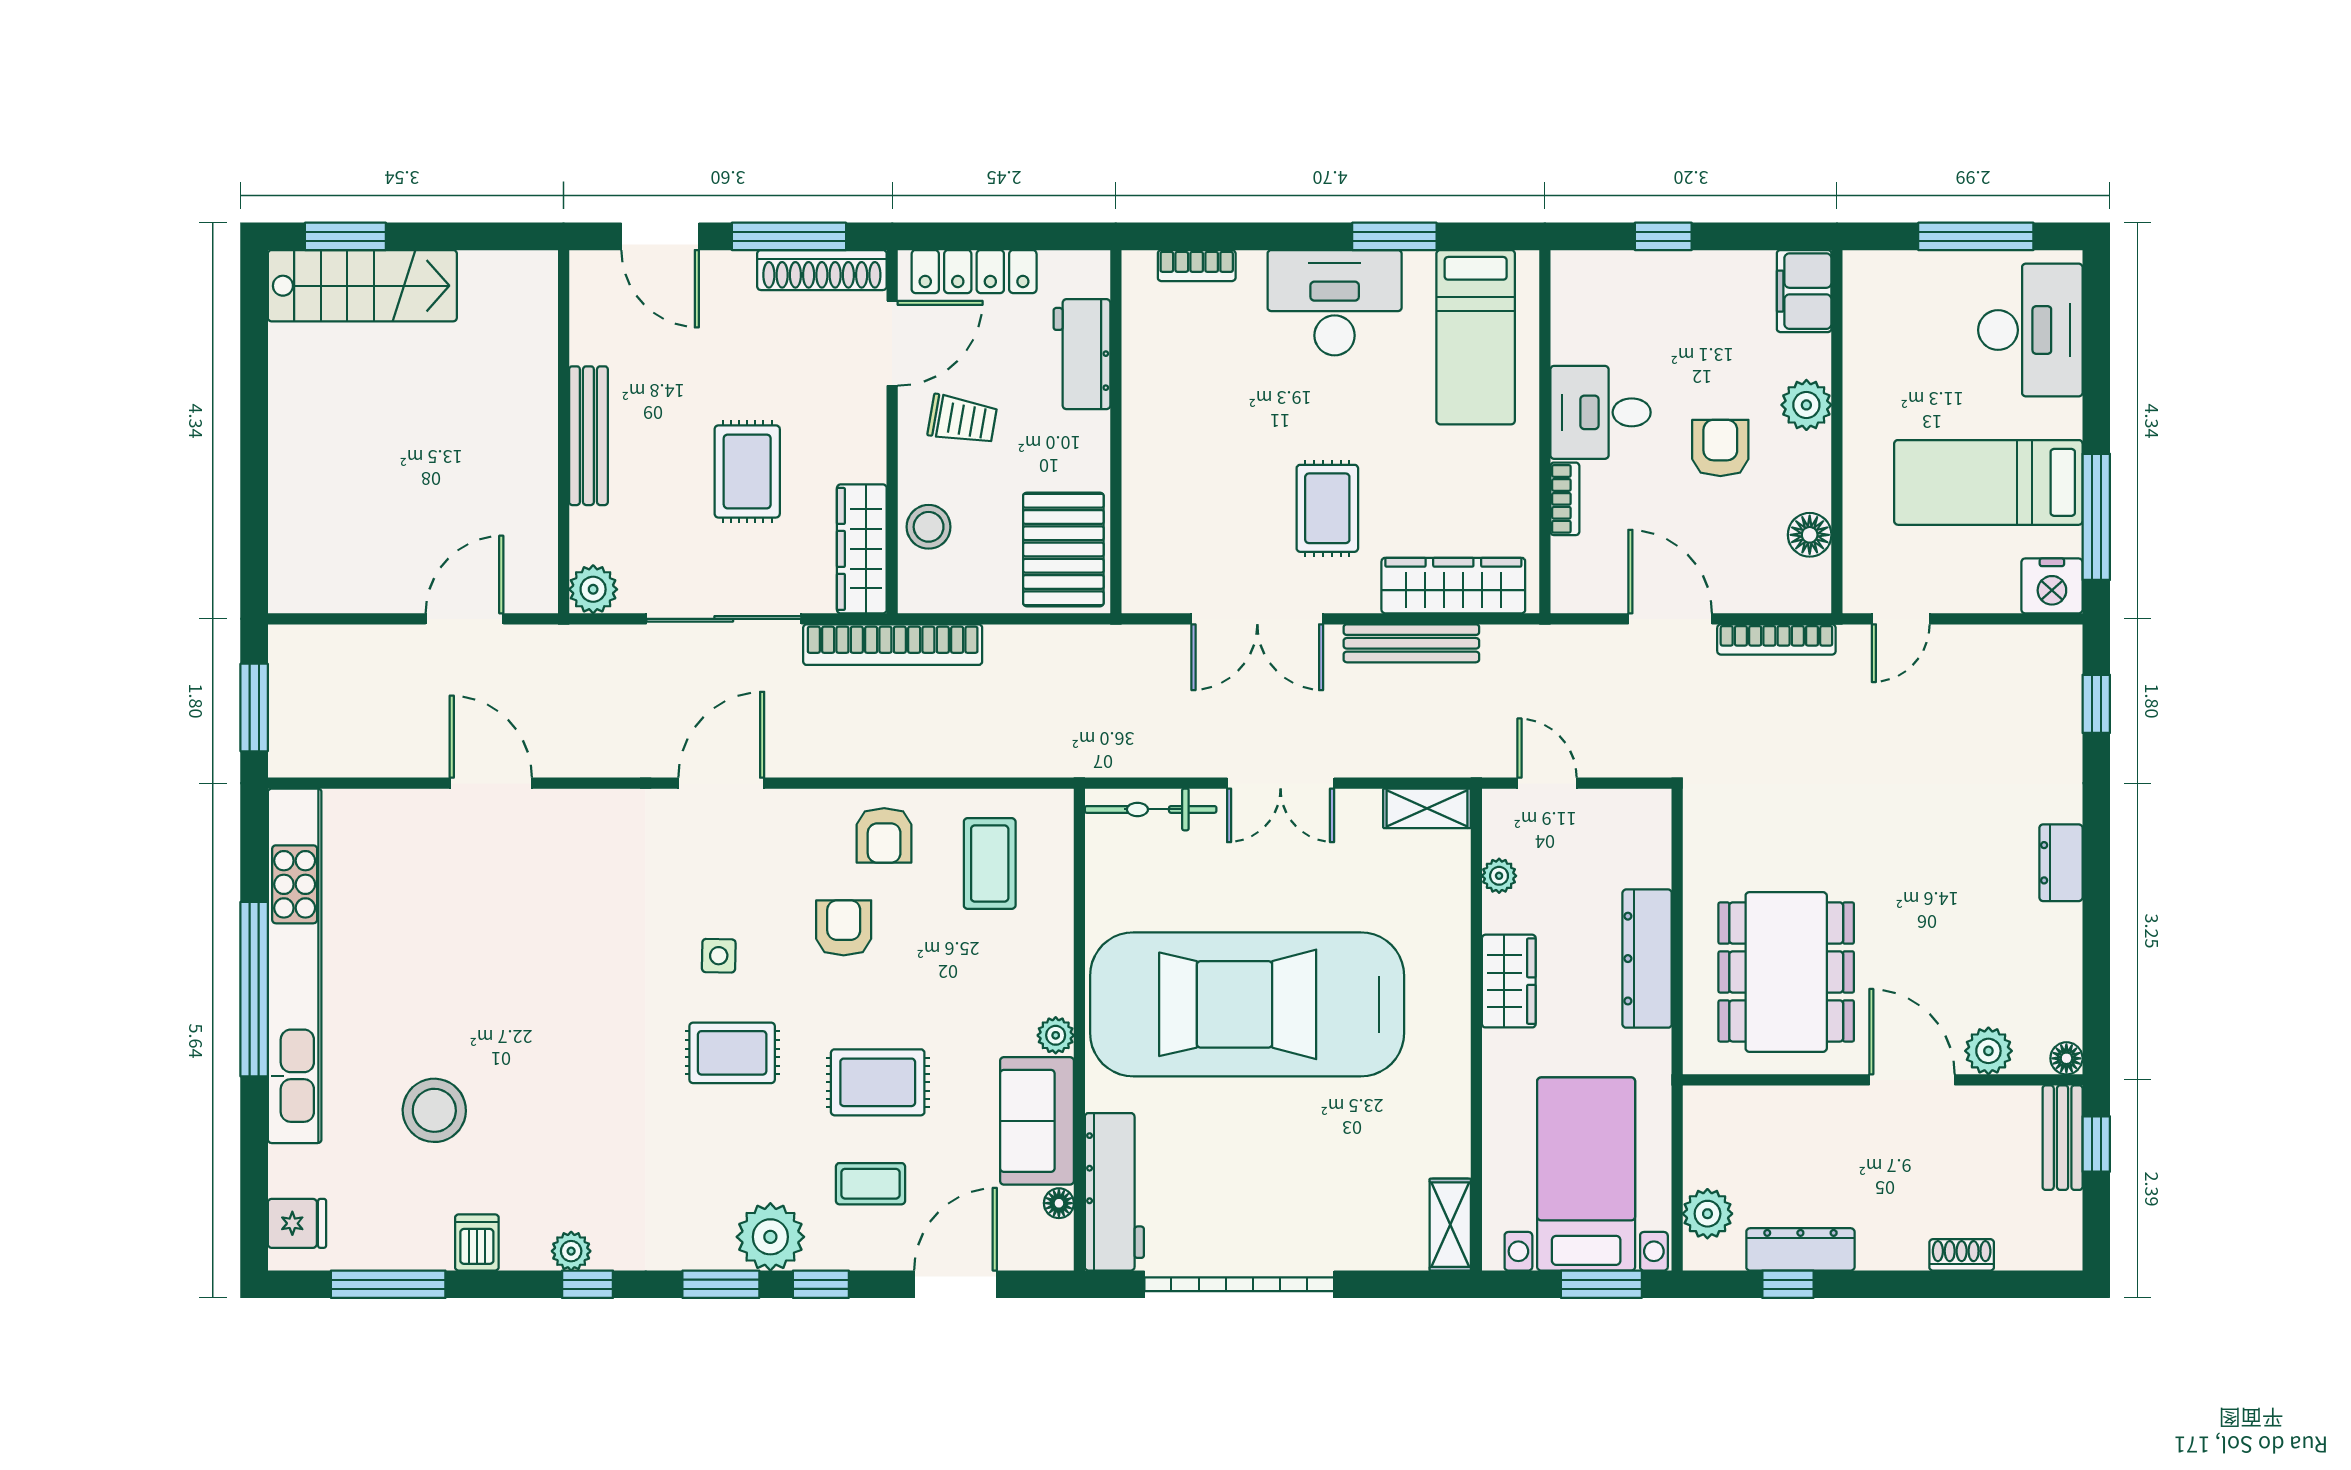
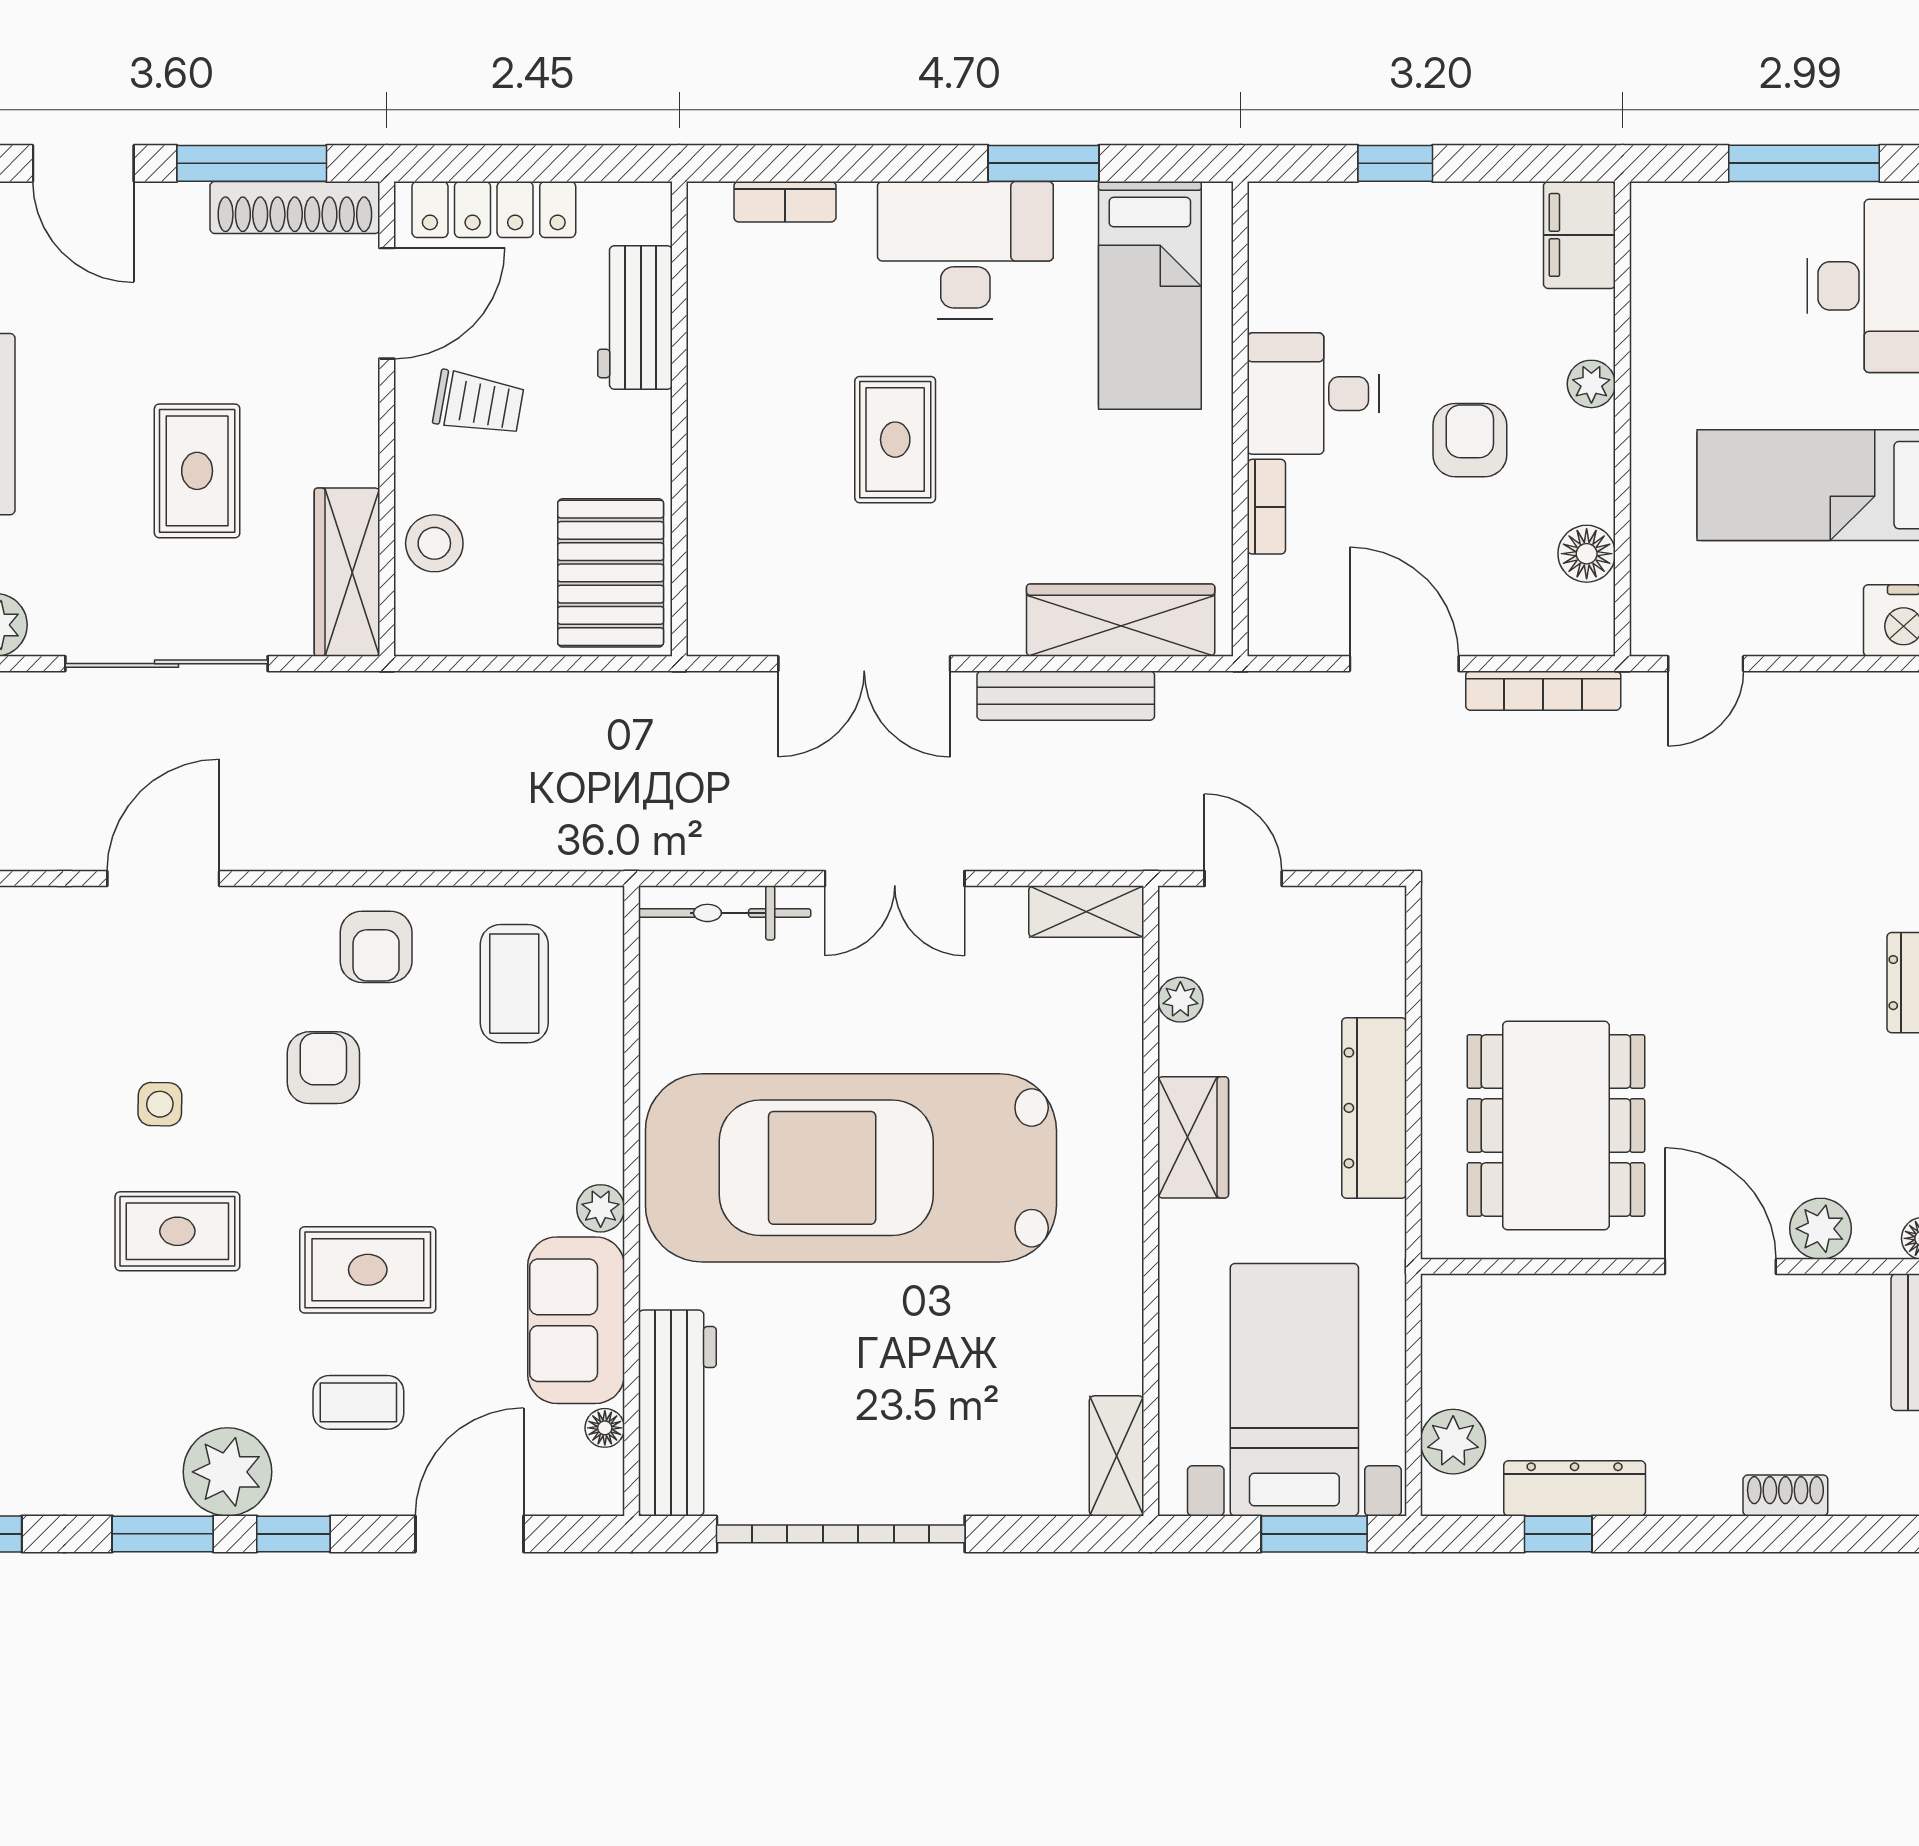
plant: (1806, 405) -> (1591, 384), width x0.73, depth x0.73
rug: (1327, 508) -> (895, 440), moved
bookcase: (893, 645) -> (387, 697), removed

